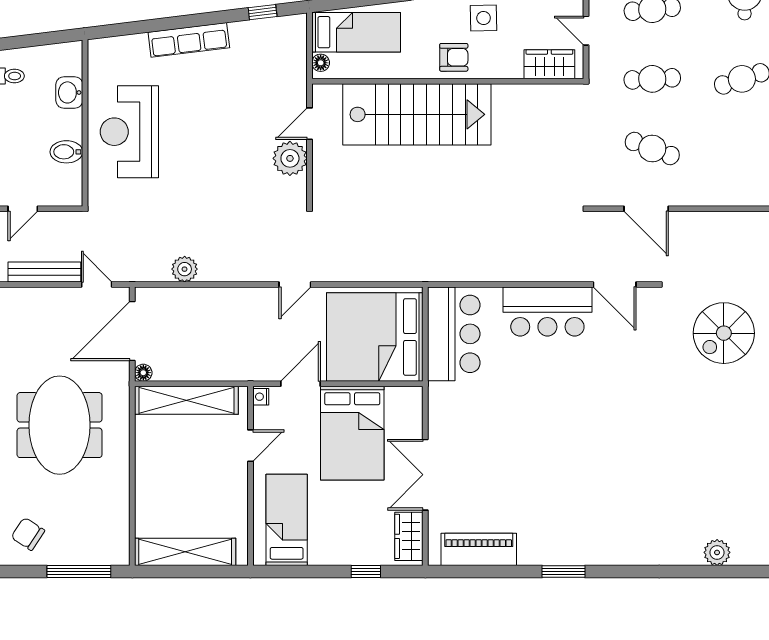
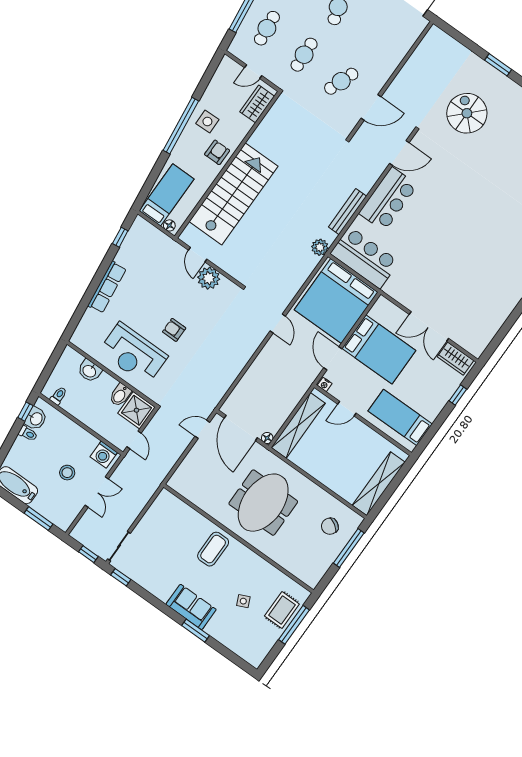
armchair: (195, 161) -> (174, 330), added
shower: (62, 186) -> (136, 410), added
plant: (185, 269) -> (320, 247), moved
bench: (44, 272) -> (348, 212), moved
spiral stairs: (724, 333) -> (467, 113), turned 180
meeting table: (60, 425) -> (263, 503), turned 90
door: (250, 446) -> (347, 409), swing flipped
chair: (28, 534) -> (330, 526), moved
piano: (479, 549) -> (489, 326), removed

